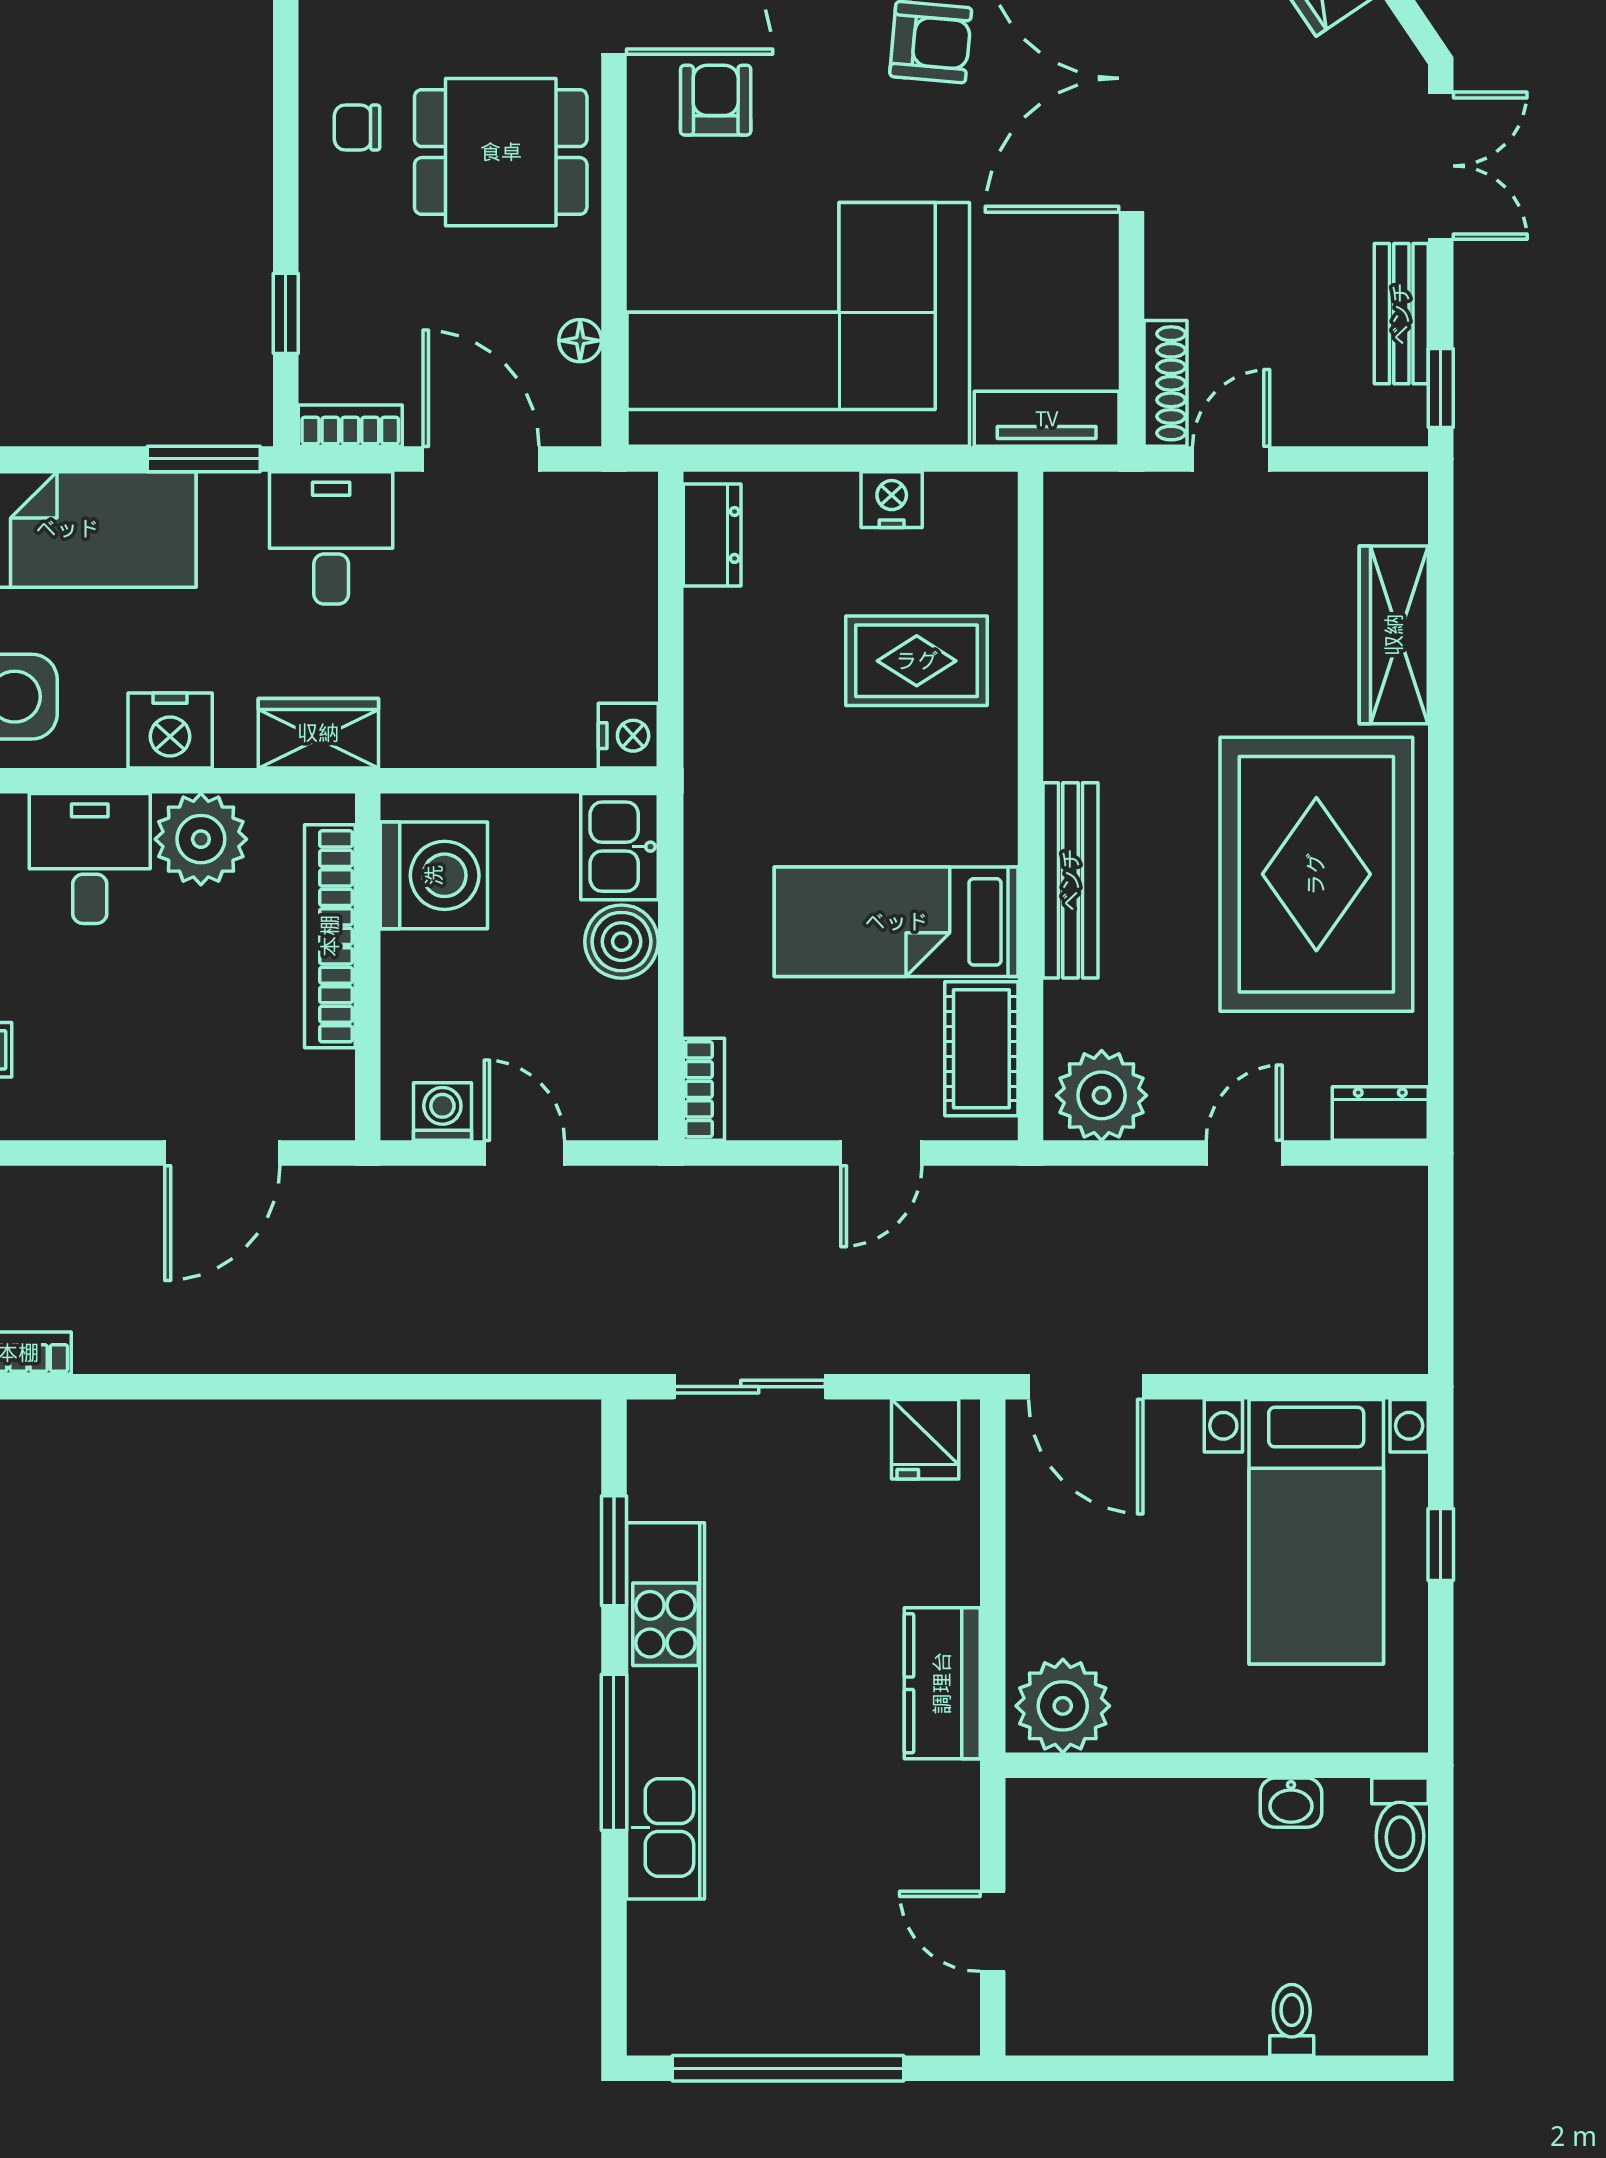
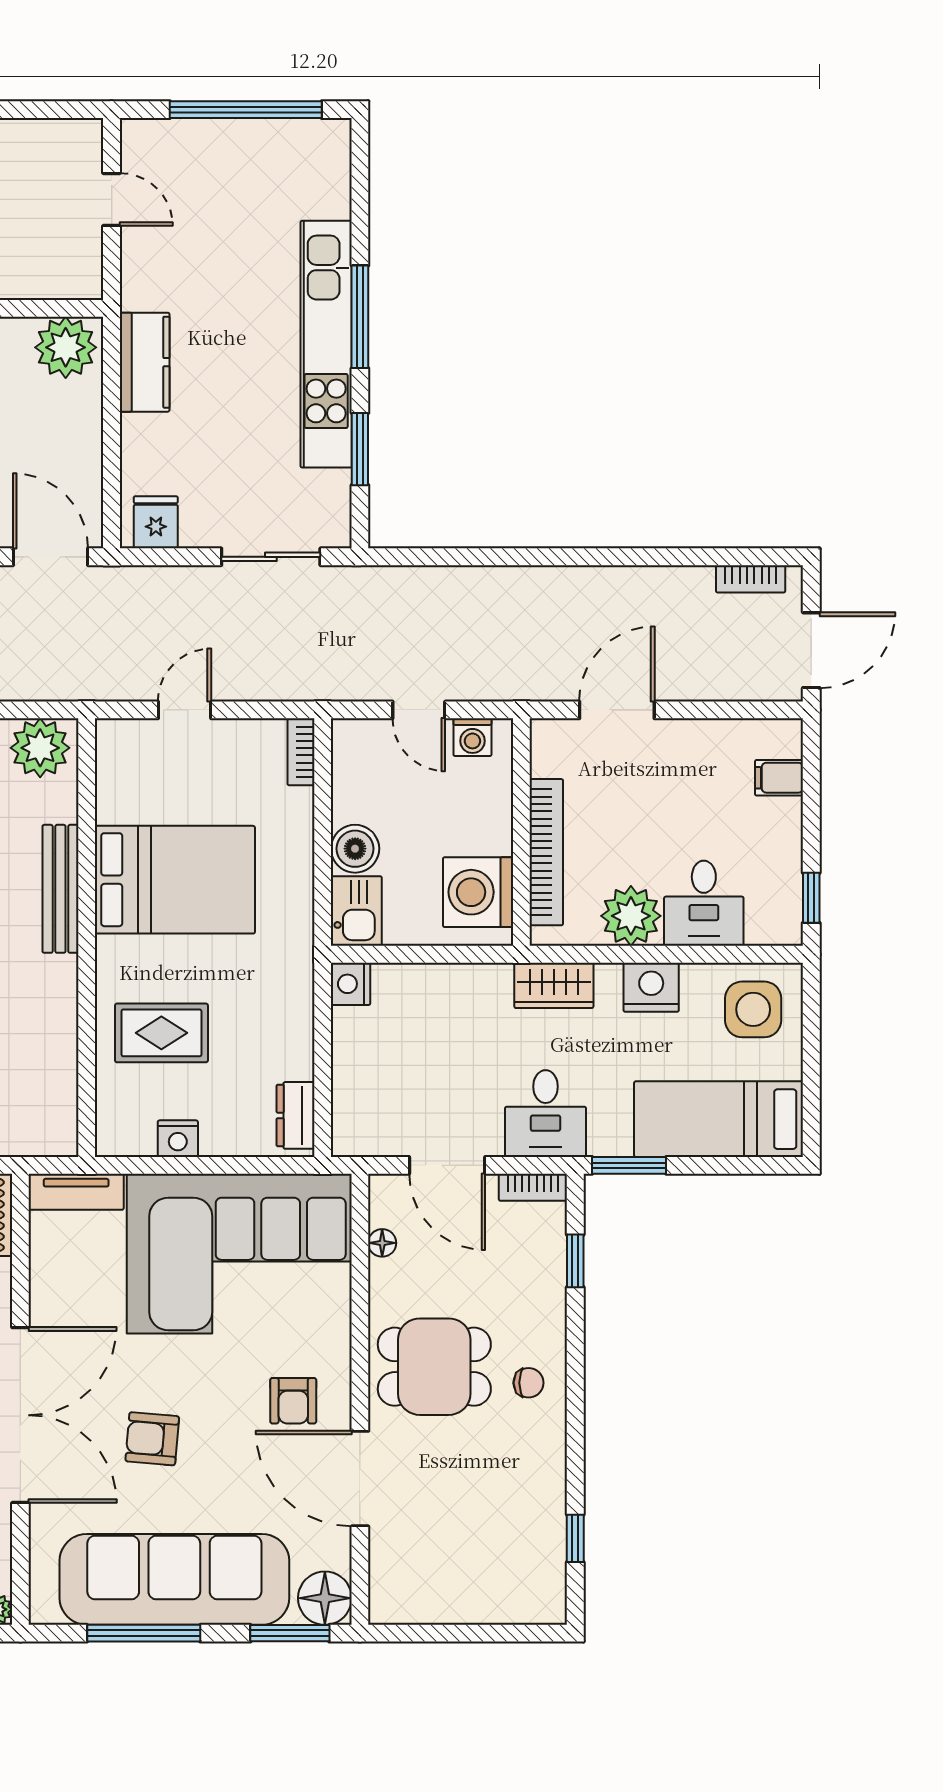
bed: (896, 922) -> (175, 880), width x1.50
cot: (981, 1049) -> (119, 778), removed

